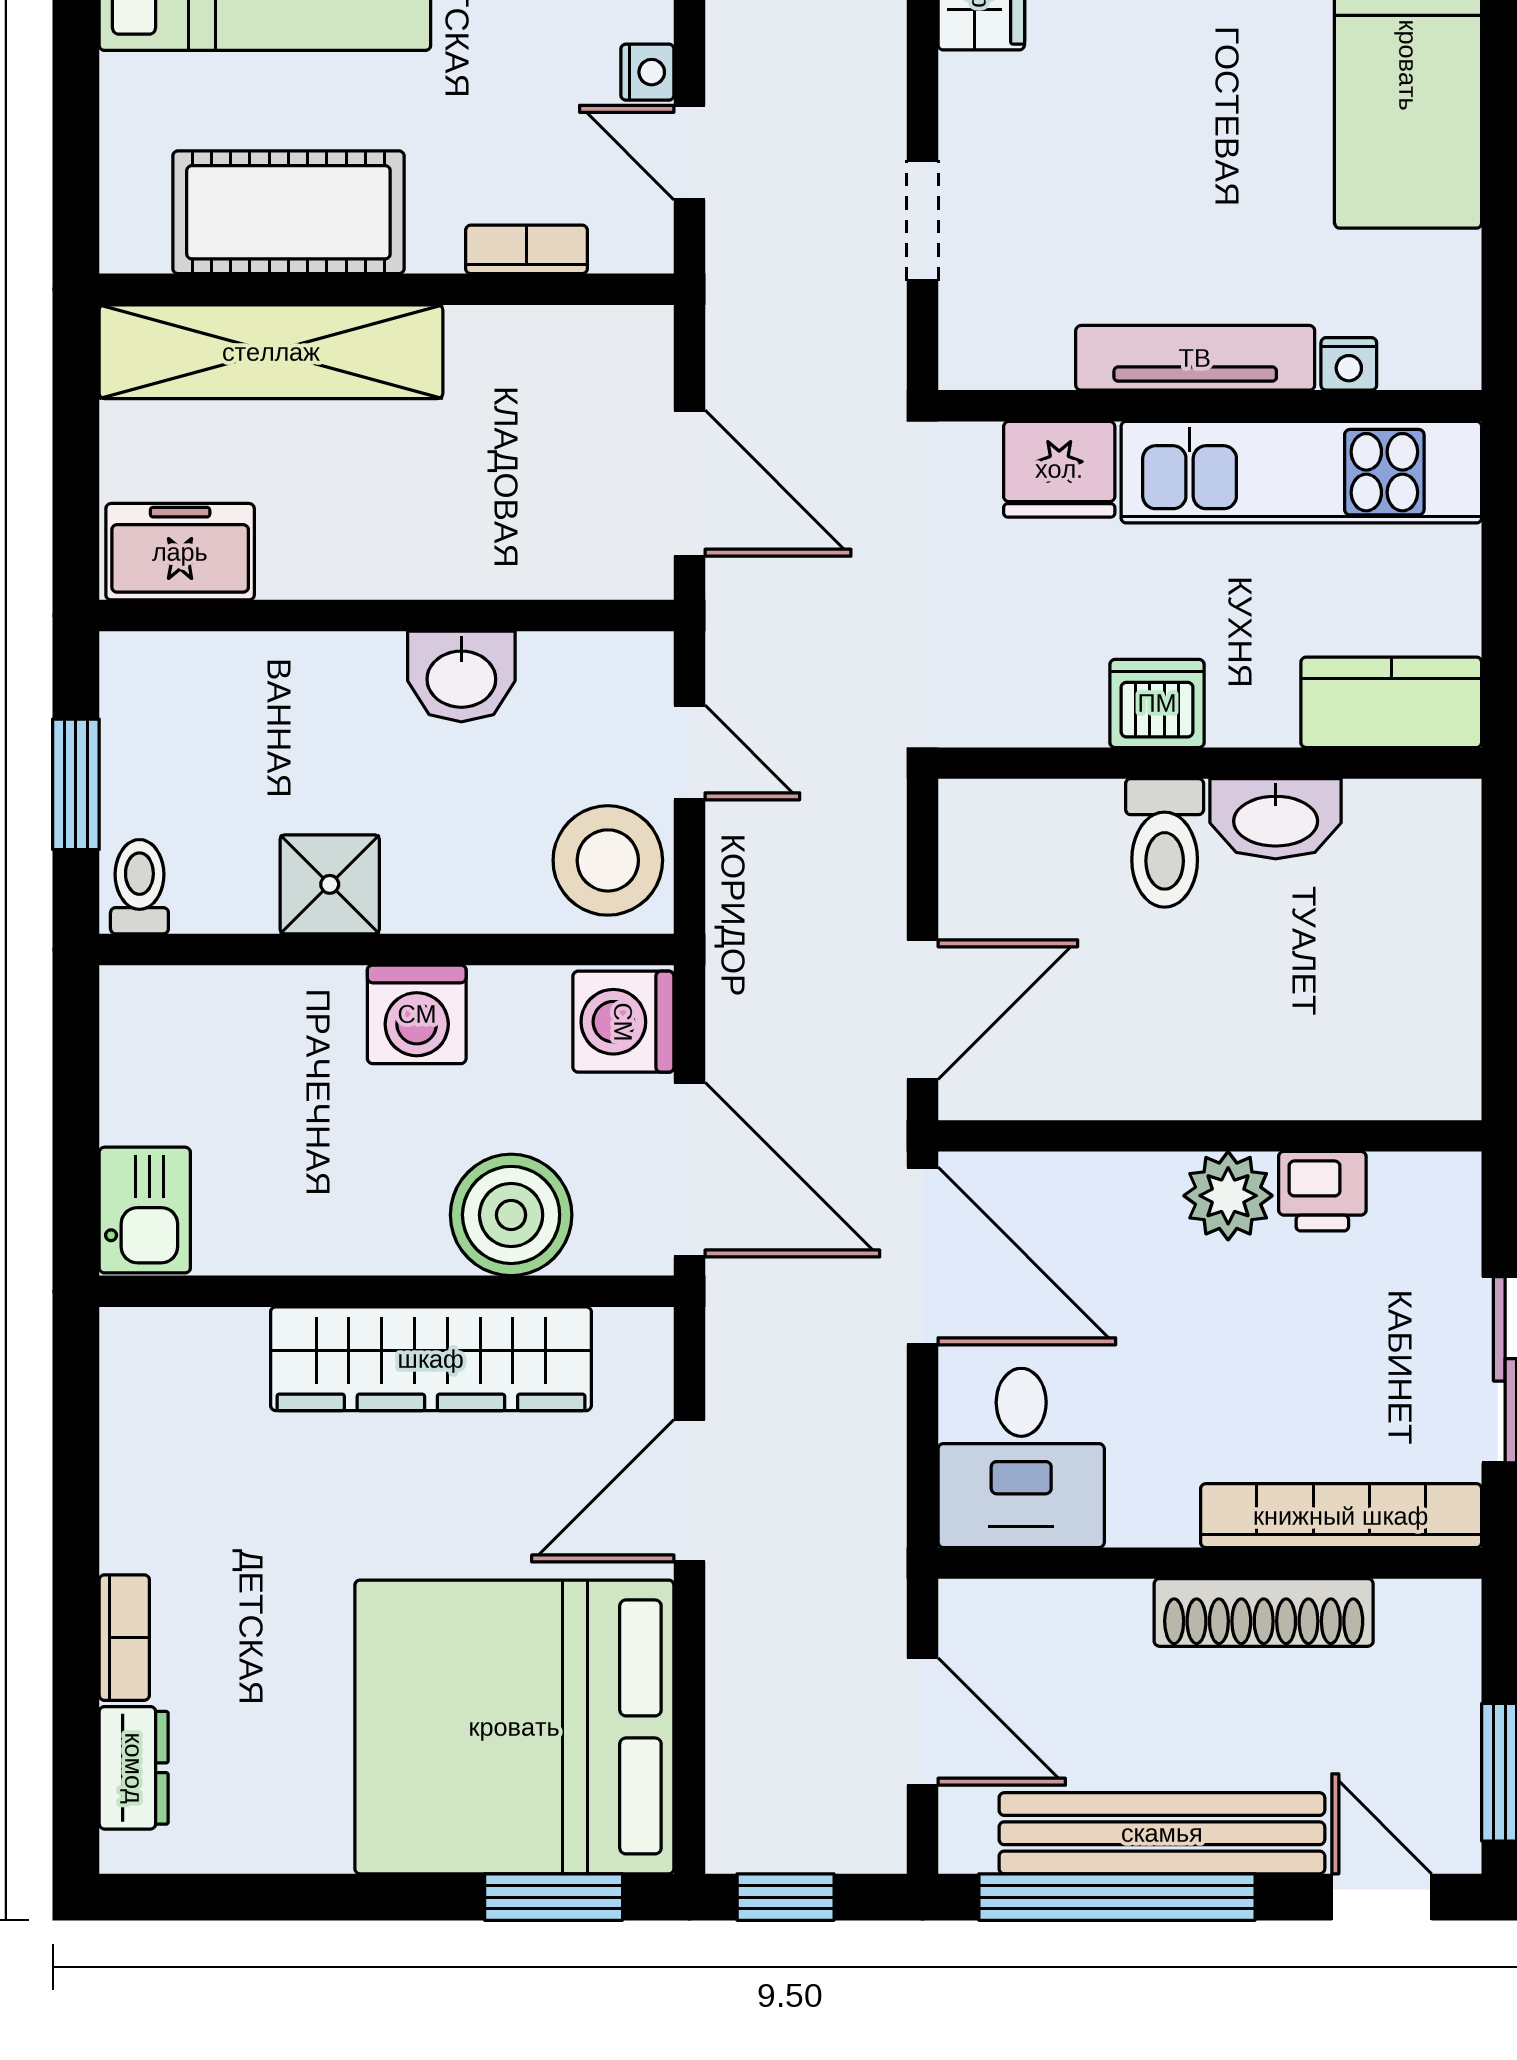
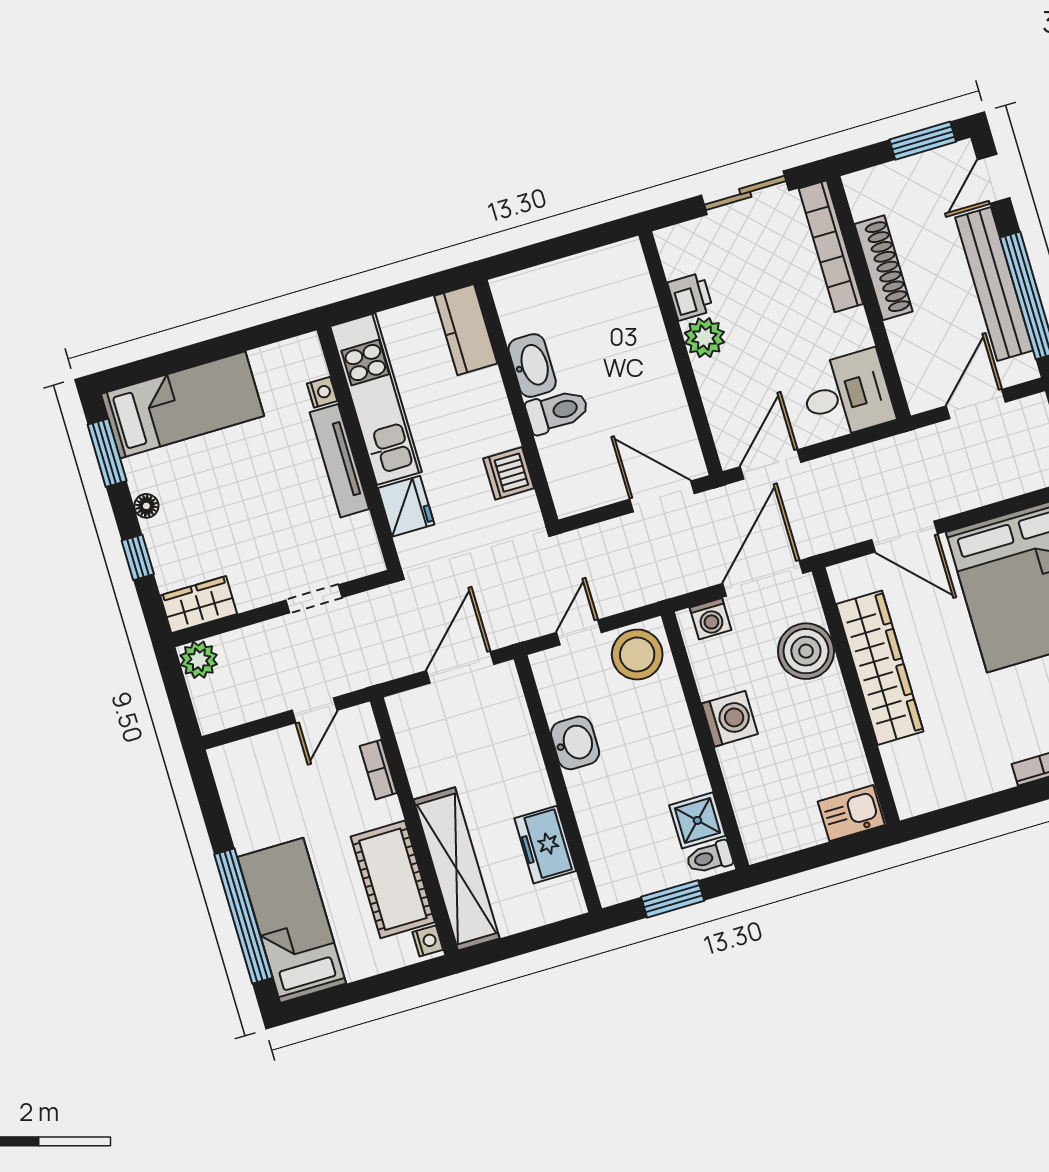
nightstand: (647, 72) -> (428, 941), moved, turned 90
freezer: (180, 552) -> (545, 845), moved
dishwasher: (1157, 703) -> (509, 473), moved
shower: (330, 884) -> (697, 820), moved
washing machine: (623, 1022) -> (711, 619), width x0.73, depth x0.73
door: (923, 1256) -> (771, 464), width x0.73

